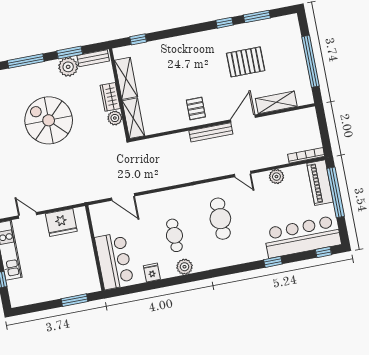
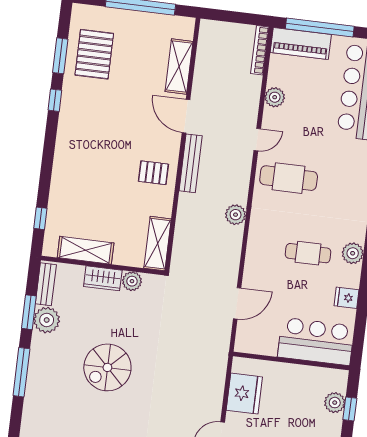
pallet: (246, 62) -> (94, 54), moved
shelving: (133, 118) -> (158, 244), moved, turned 90
spiral stairs: (49, 120) -> (107, 367), width x0.73, depth x0.73
plant: (185, 176) -> (236, 215), added
cafe table: (220, 219) -> (289, 178), moved
plant: (75, 288) -> (335, 403), added
window: (74, 300) -> (350, 409), width x0.67

